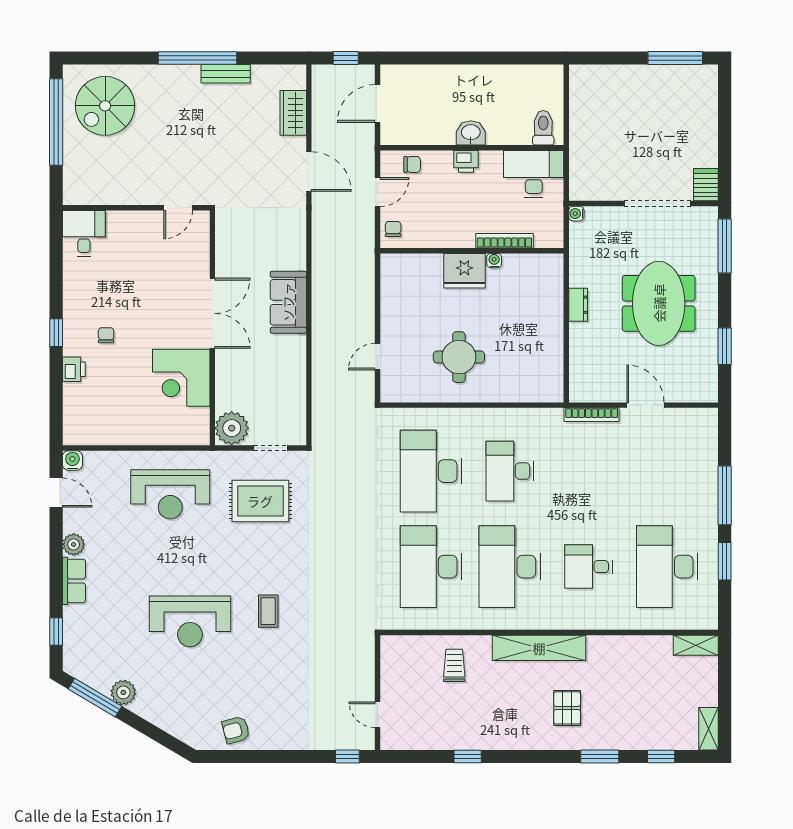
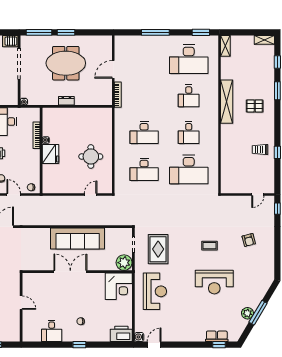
door: (178, 208) -> (21, 303), moved
desk: (84, 233) -> (52, 331), moved, turned -90
sofa: (288, 302) -> (78, 238), width x1.85, depth x1.27
window: (725, 346) -> (66, 32), moved
door: (378, 357) -> (91, 195), swing flipped
printer: (74, 369) -> (121, 334), moved, width x1.87, depth x1.48
corner desk: (181, 378) -> (119, 286), moved
desk: (431, 471) -> (144, 169), width x0.73, depth x0.77
plant: (74, 544) -> (178, 336), removed
window: (725, 561) -> (201, 32), moved
desk: (510, 567) -> (189, 133), width x0.53, depth x0.77
row of seats: (74, 581) -> (217, 336), moved
reception desk: (190, 621) -> (214, 282), turned 90
shelving: (539, 648) -> (227, 102), moved
trolley: (454, 665) -> (260, 149), moved
window: (95, 698) -> (258, 313), moved
armchair: (236, 730) -> (249, 240), moved

